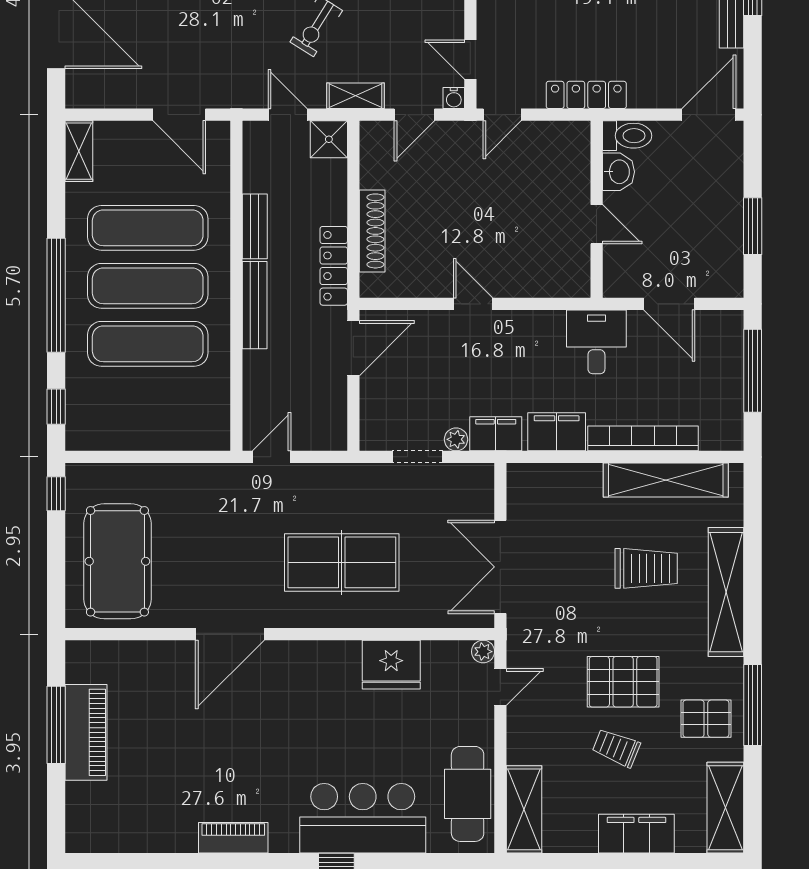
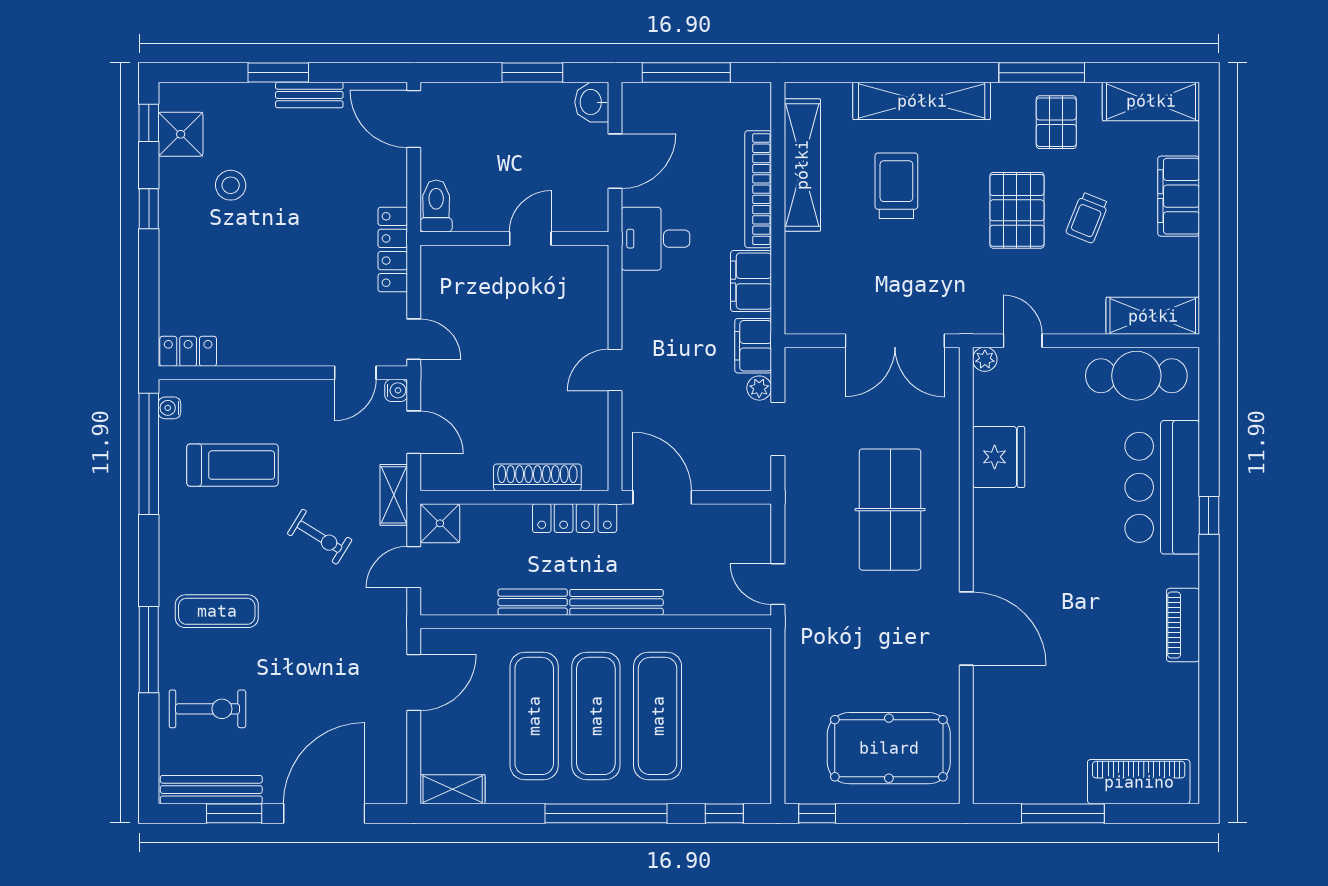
washbasin: (618, 172) -> (592, 102), moved, turned -90
piano: (86, 732) -> (1139, 782), moved

